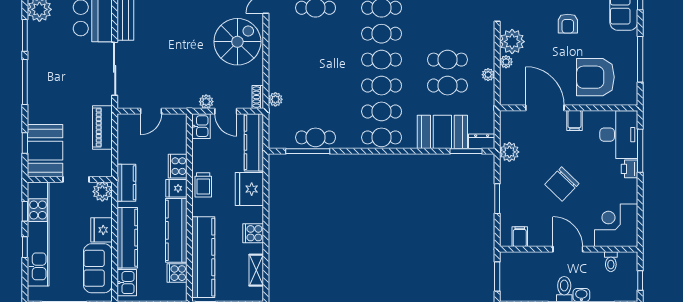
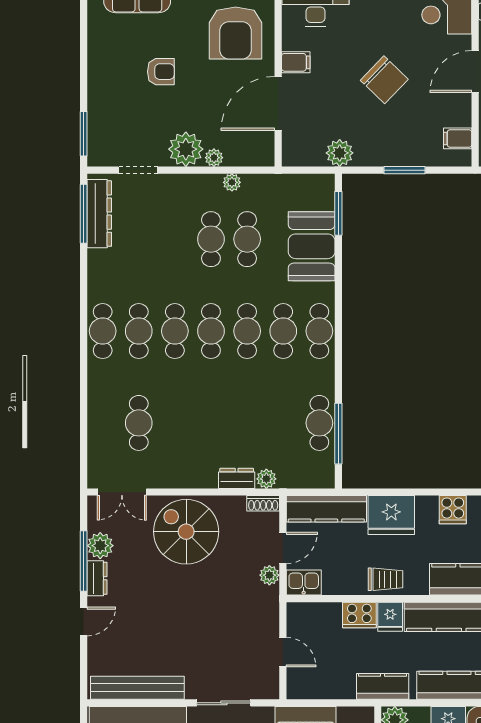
sliding door: (115, 69) -> (224, 703), width x0.73
dresser: (482, 141) -> (237, 478), moved, turned 90

